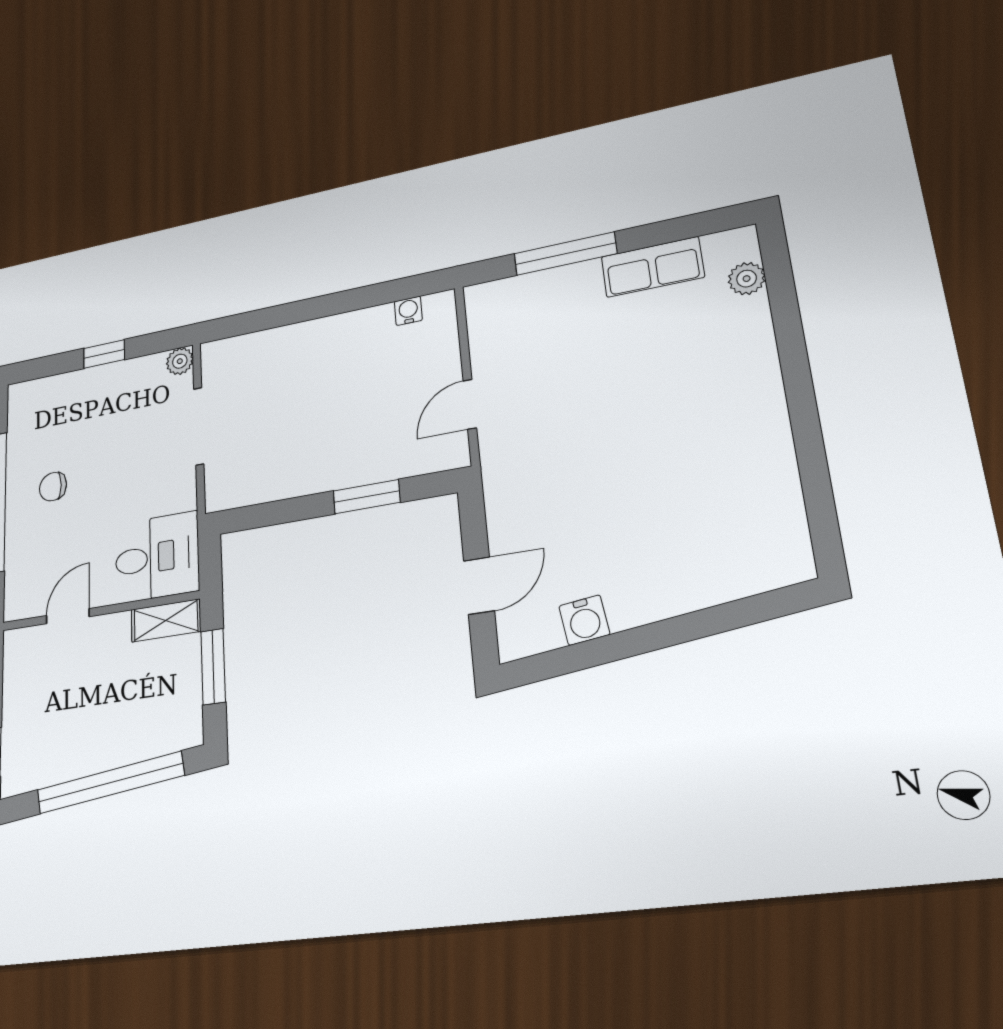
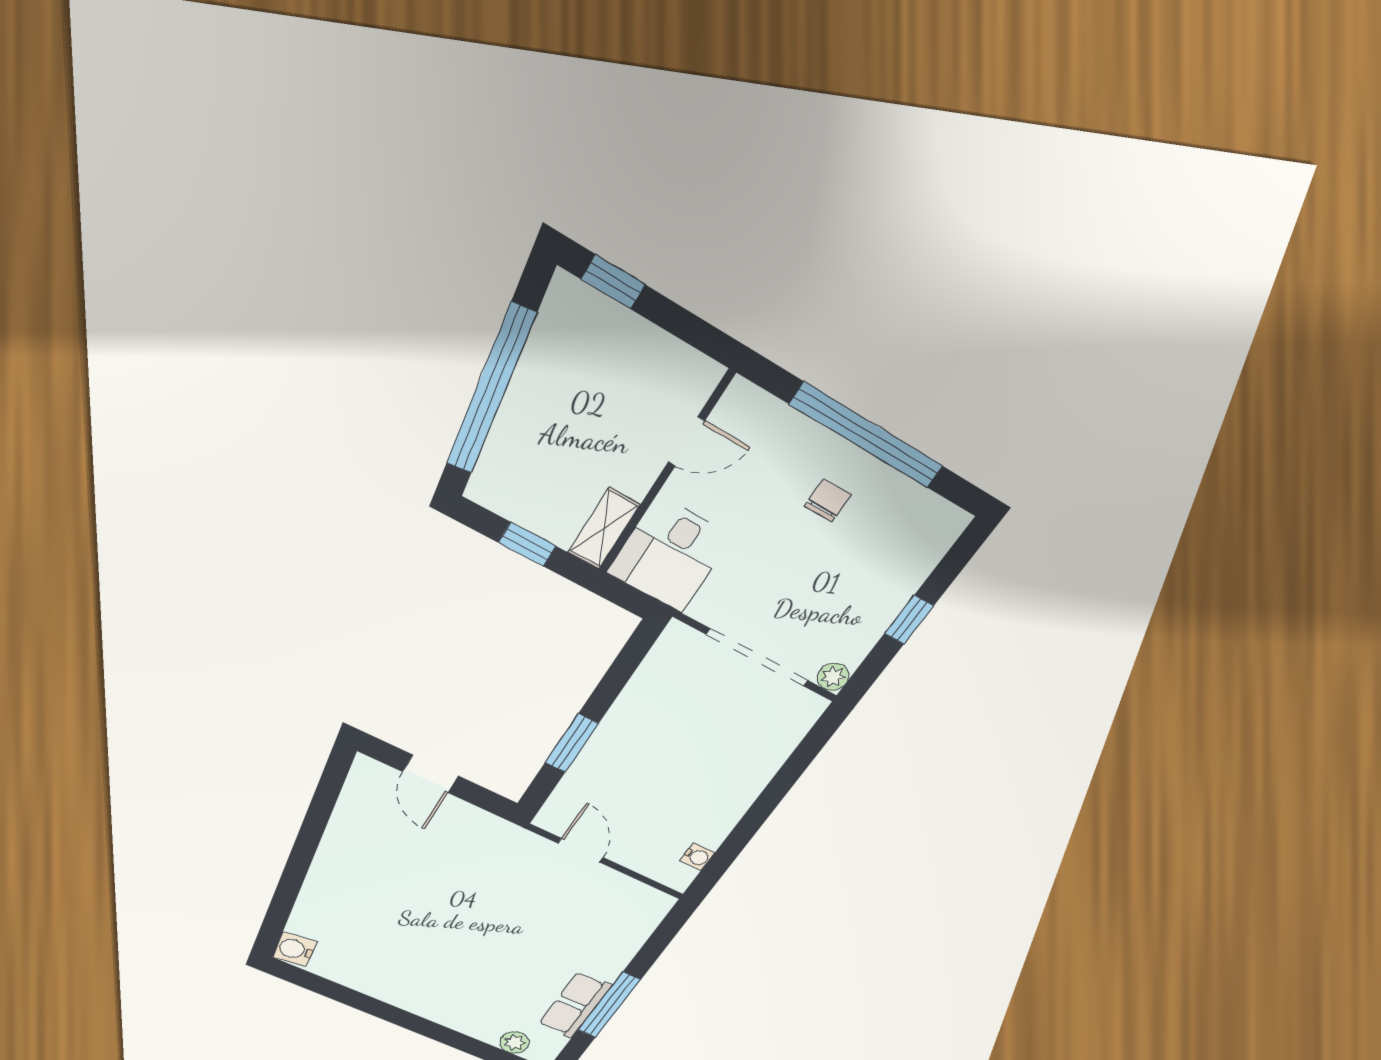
window: (565, 254) -> (609, 1005), moved
doorway: (199, 426) -> (757, 658), width x1.36
door: (68, 616) -> (686, 441), hinge flipped
water cooler: (584, 620) -> (295, 949), moved
window: (213, 667) -> (527, 544), width x0.67

